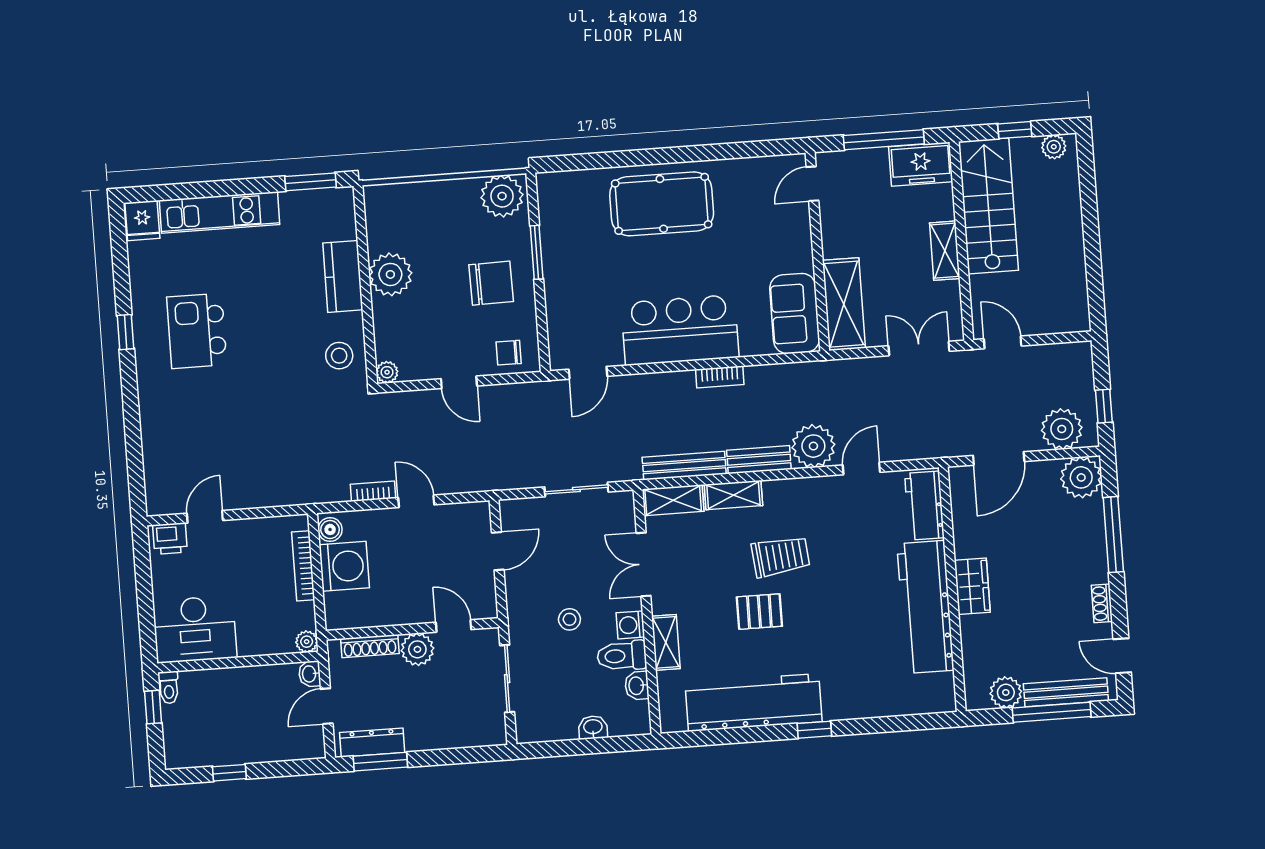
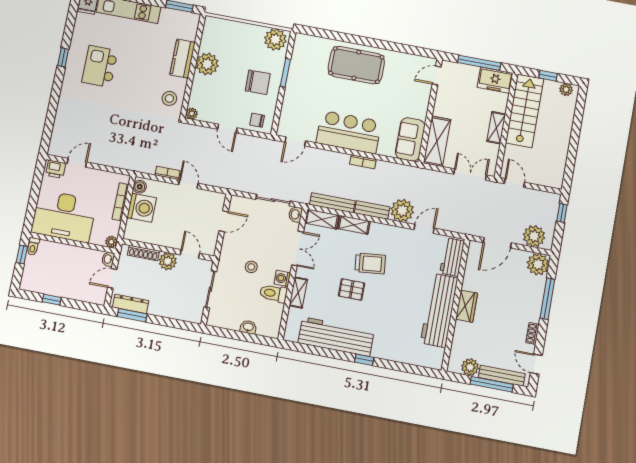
window: (1104, 406) -> (562, 213), moved
double door: (644, 564) -> (298, 248), swing flipped
desk: (195, 629) -> (64, 216), width x1.36, depth x1.30
washbasin: (637, 686) -> (295, 214), moved

